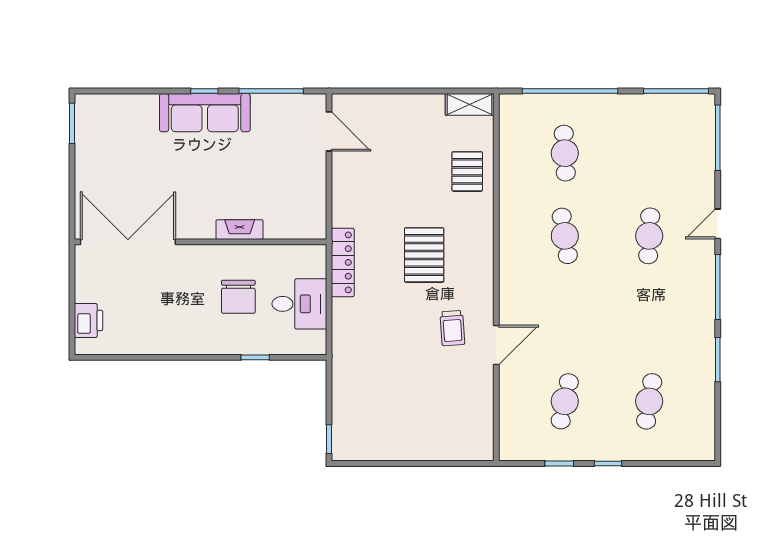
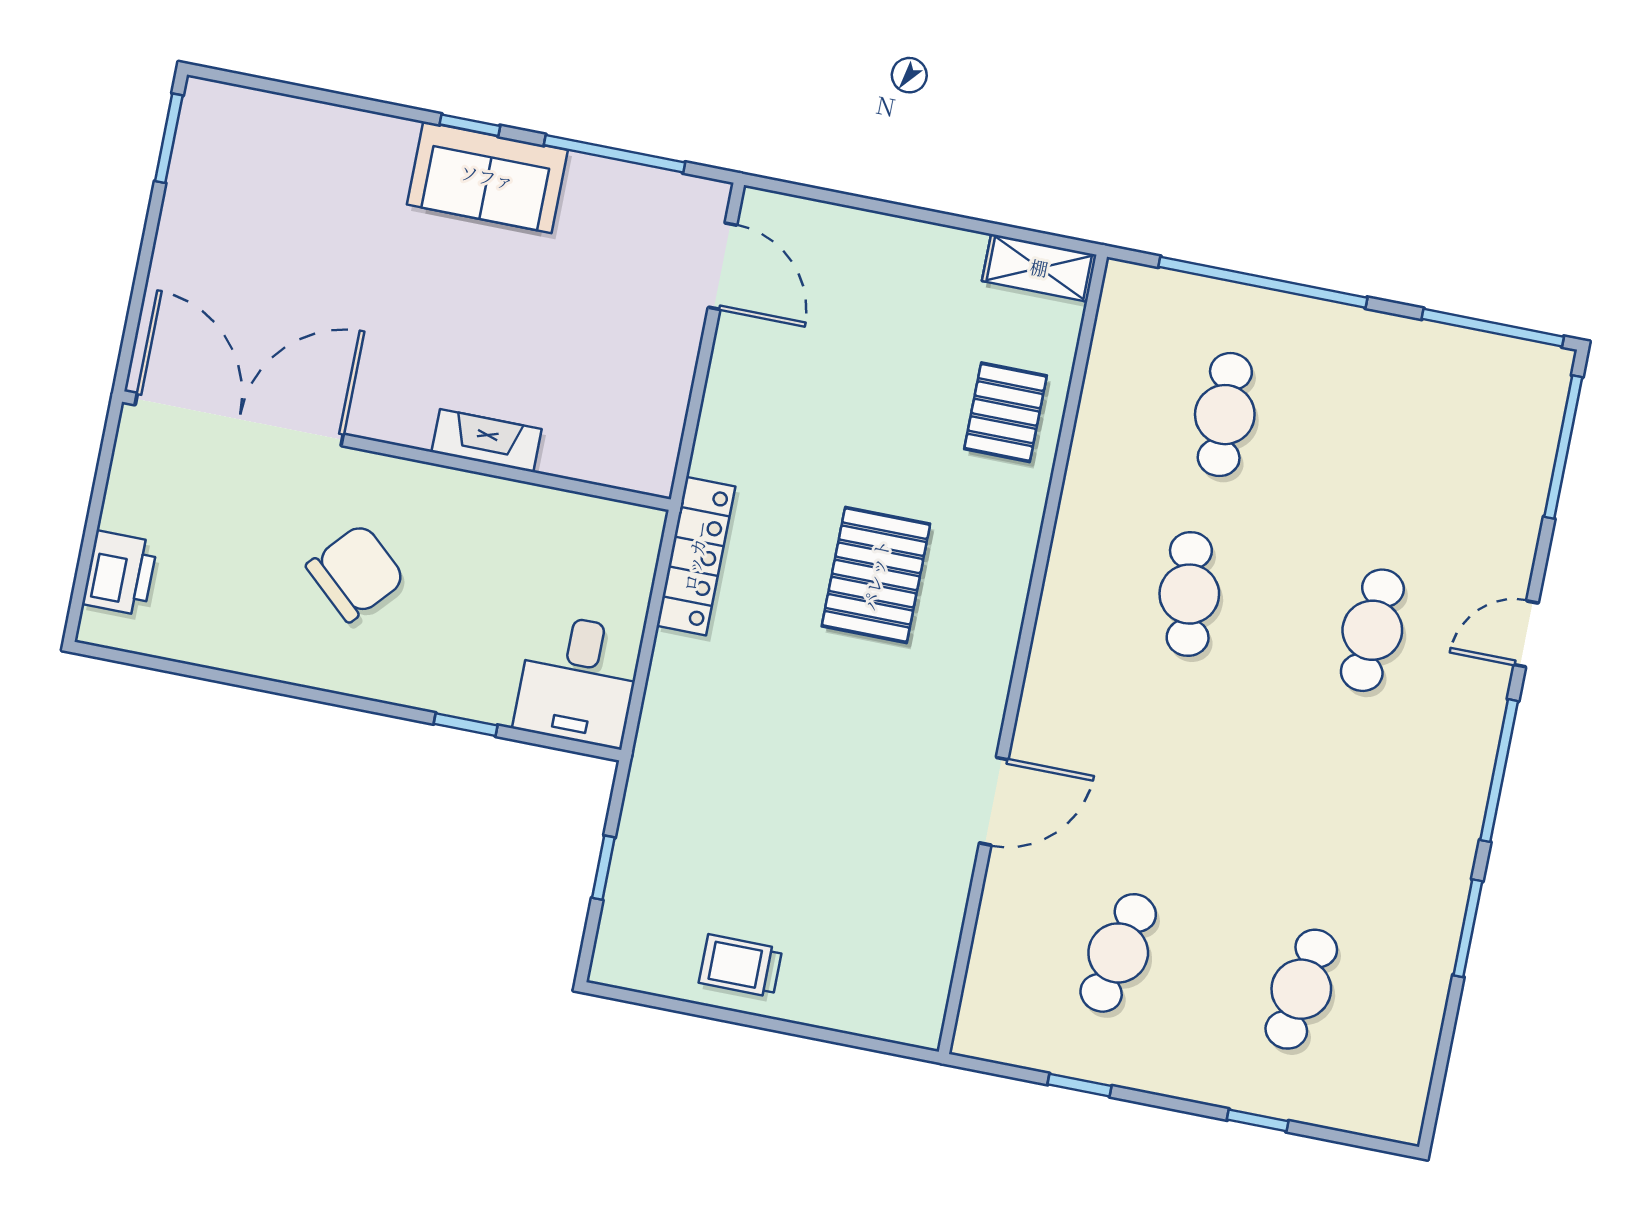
sofa: (205, 113) -> (487, 177), width x0.73
chair: (238, 297) -> (356, 573), moved, turned -138
desk: (299, 304) -> (578, 680), moved, turned 90
trolley: (452, 328) -> (740, 966), moved, turned 94
window: (329, 439) -> (603, 868), moved
window: (608, 463) -> (1258, 1120), moved

